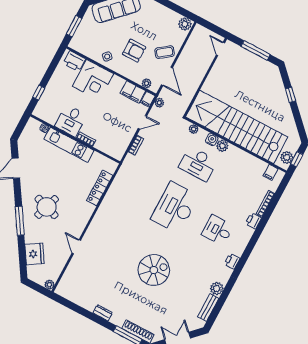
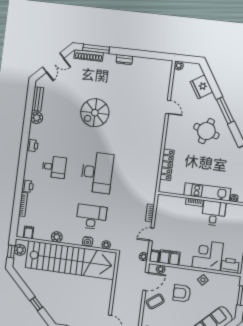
door: (167, 76) -> (146, 281), swing flipped
plant: (222, 146) -> (57, 237), moved

